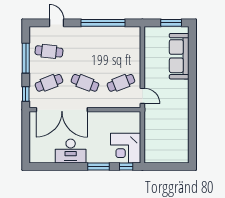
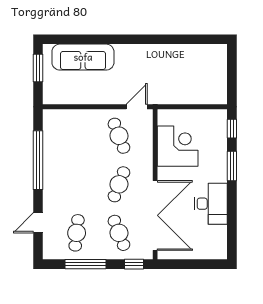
corner desk: (126, 148) -> (178, 146), moved, turned -90

